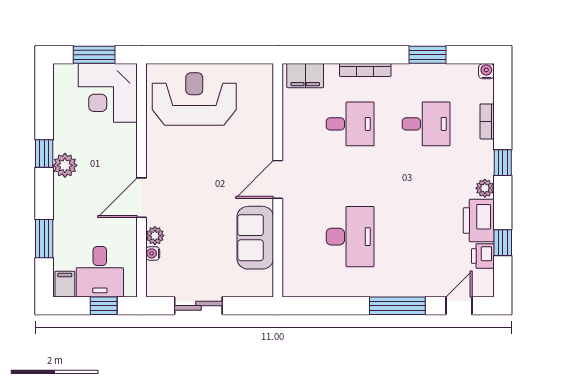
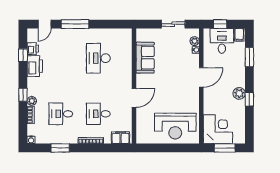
door: (278, 179) -> (134, 98), moved
plant: (485, 188) -> (32, 101), moved
plant: (155, 236) -> (195, 41), moved

